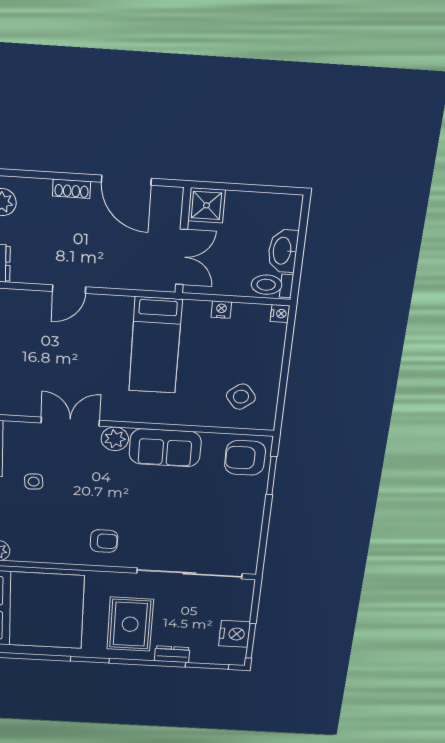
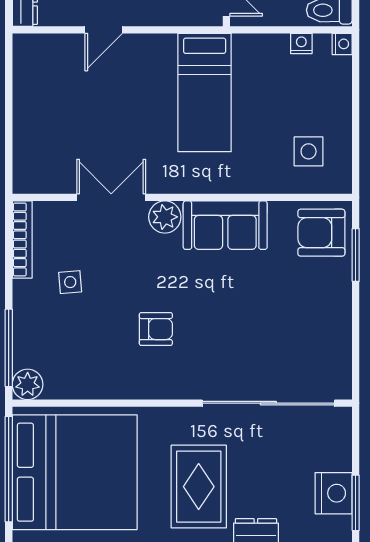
nightstand: (221, 310) -> (301, 43), moved
side table: (241, 397) -> (309, 151), turned 38
armchair: (104, 541) -> (156, 329), moved

